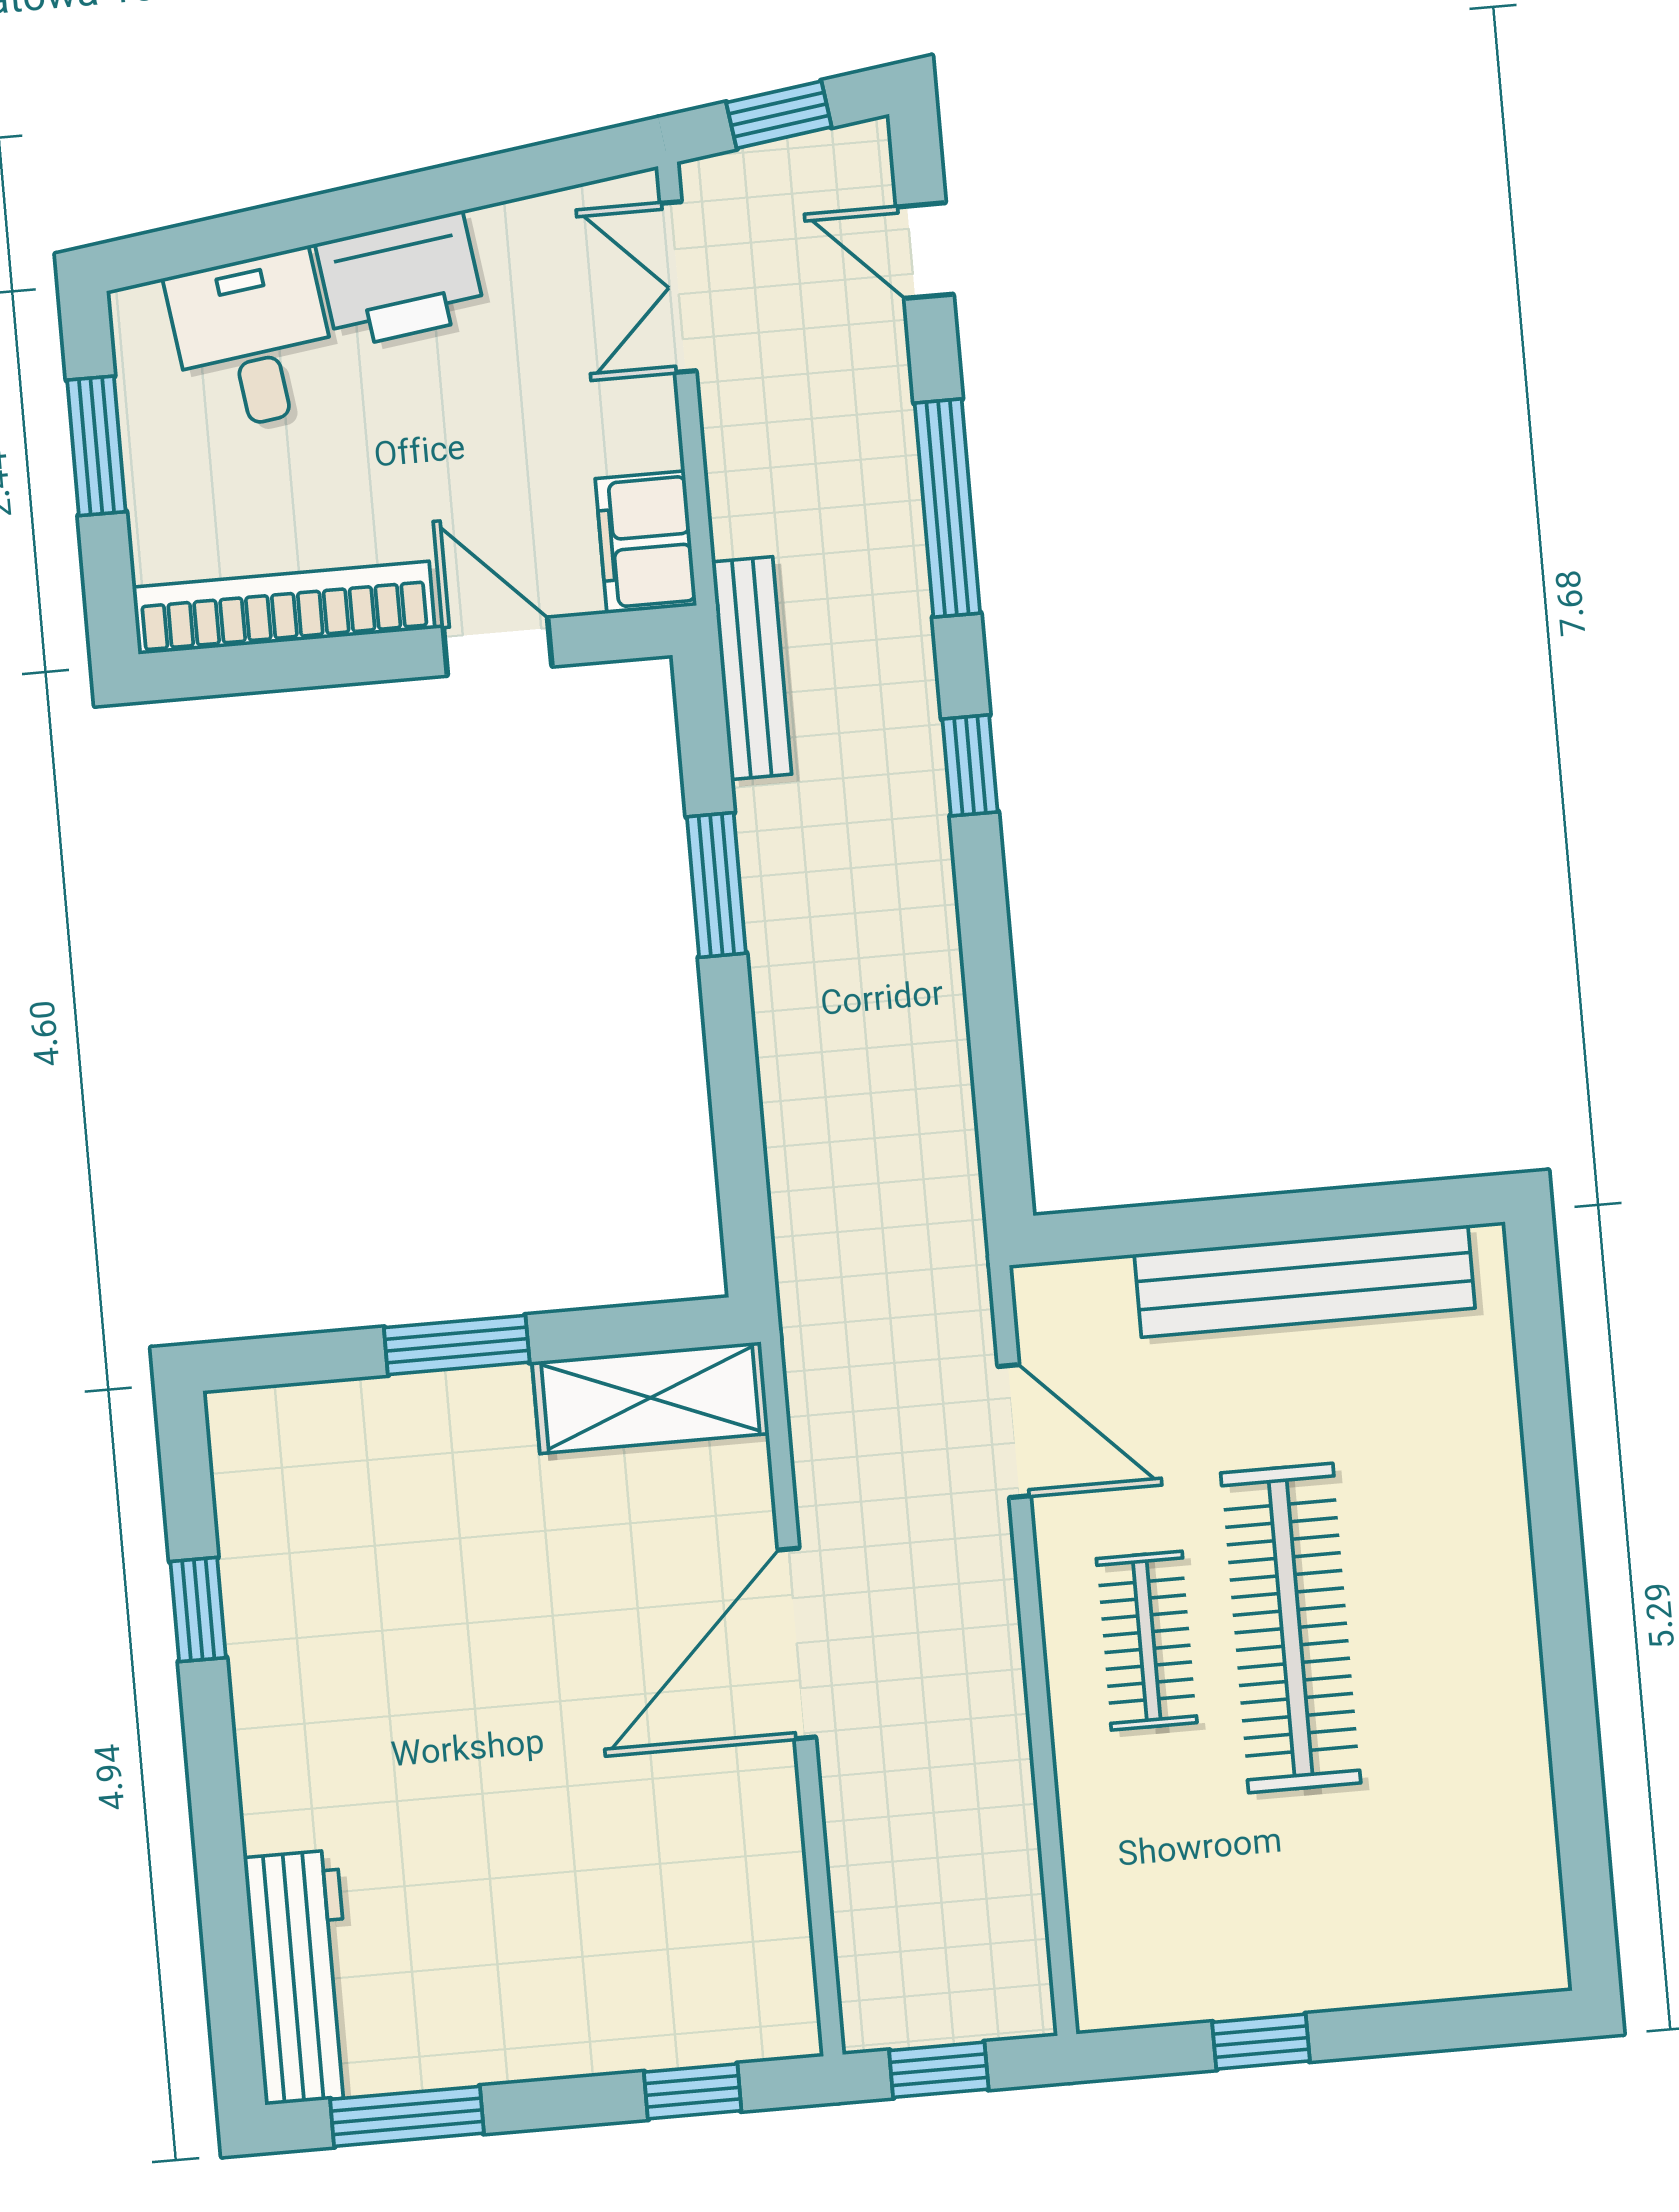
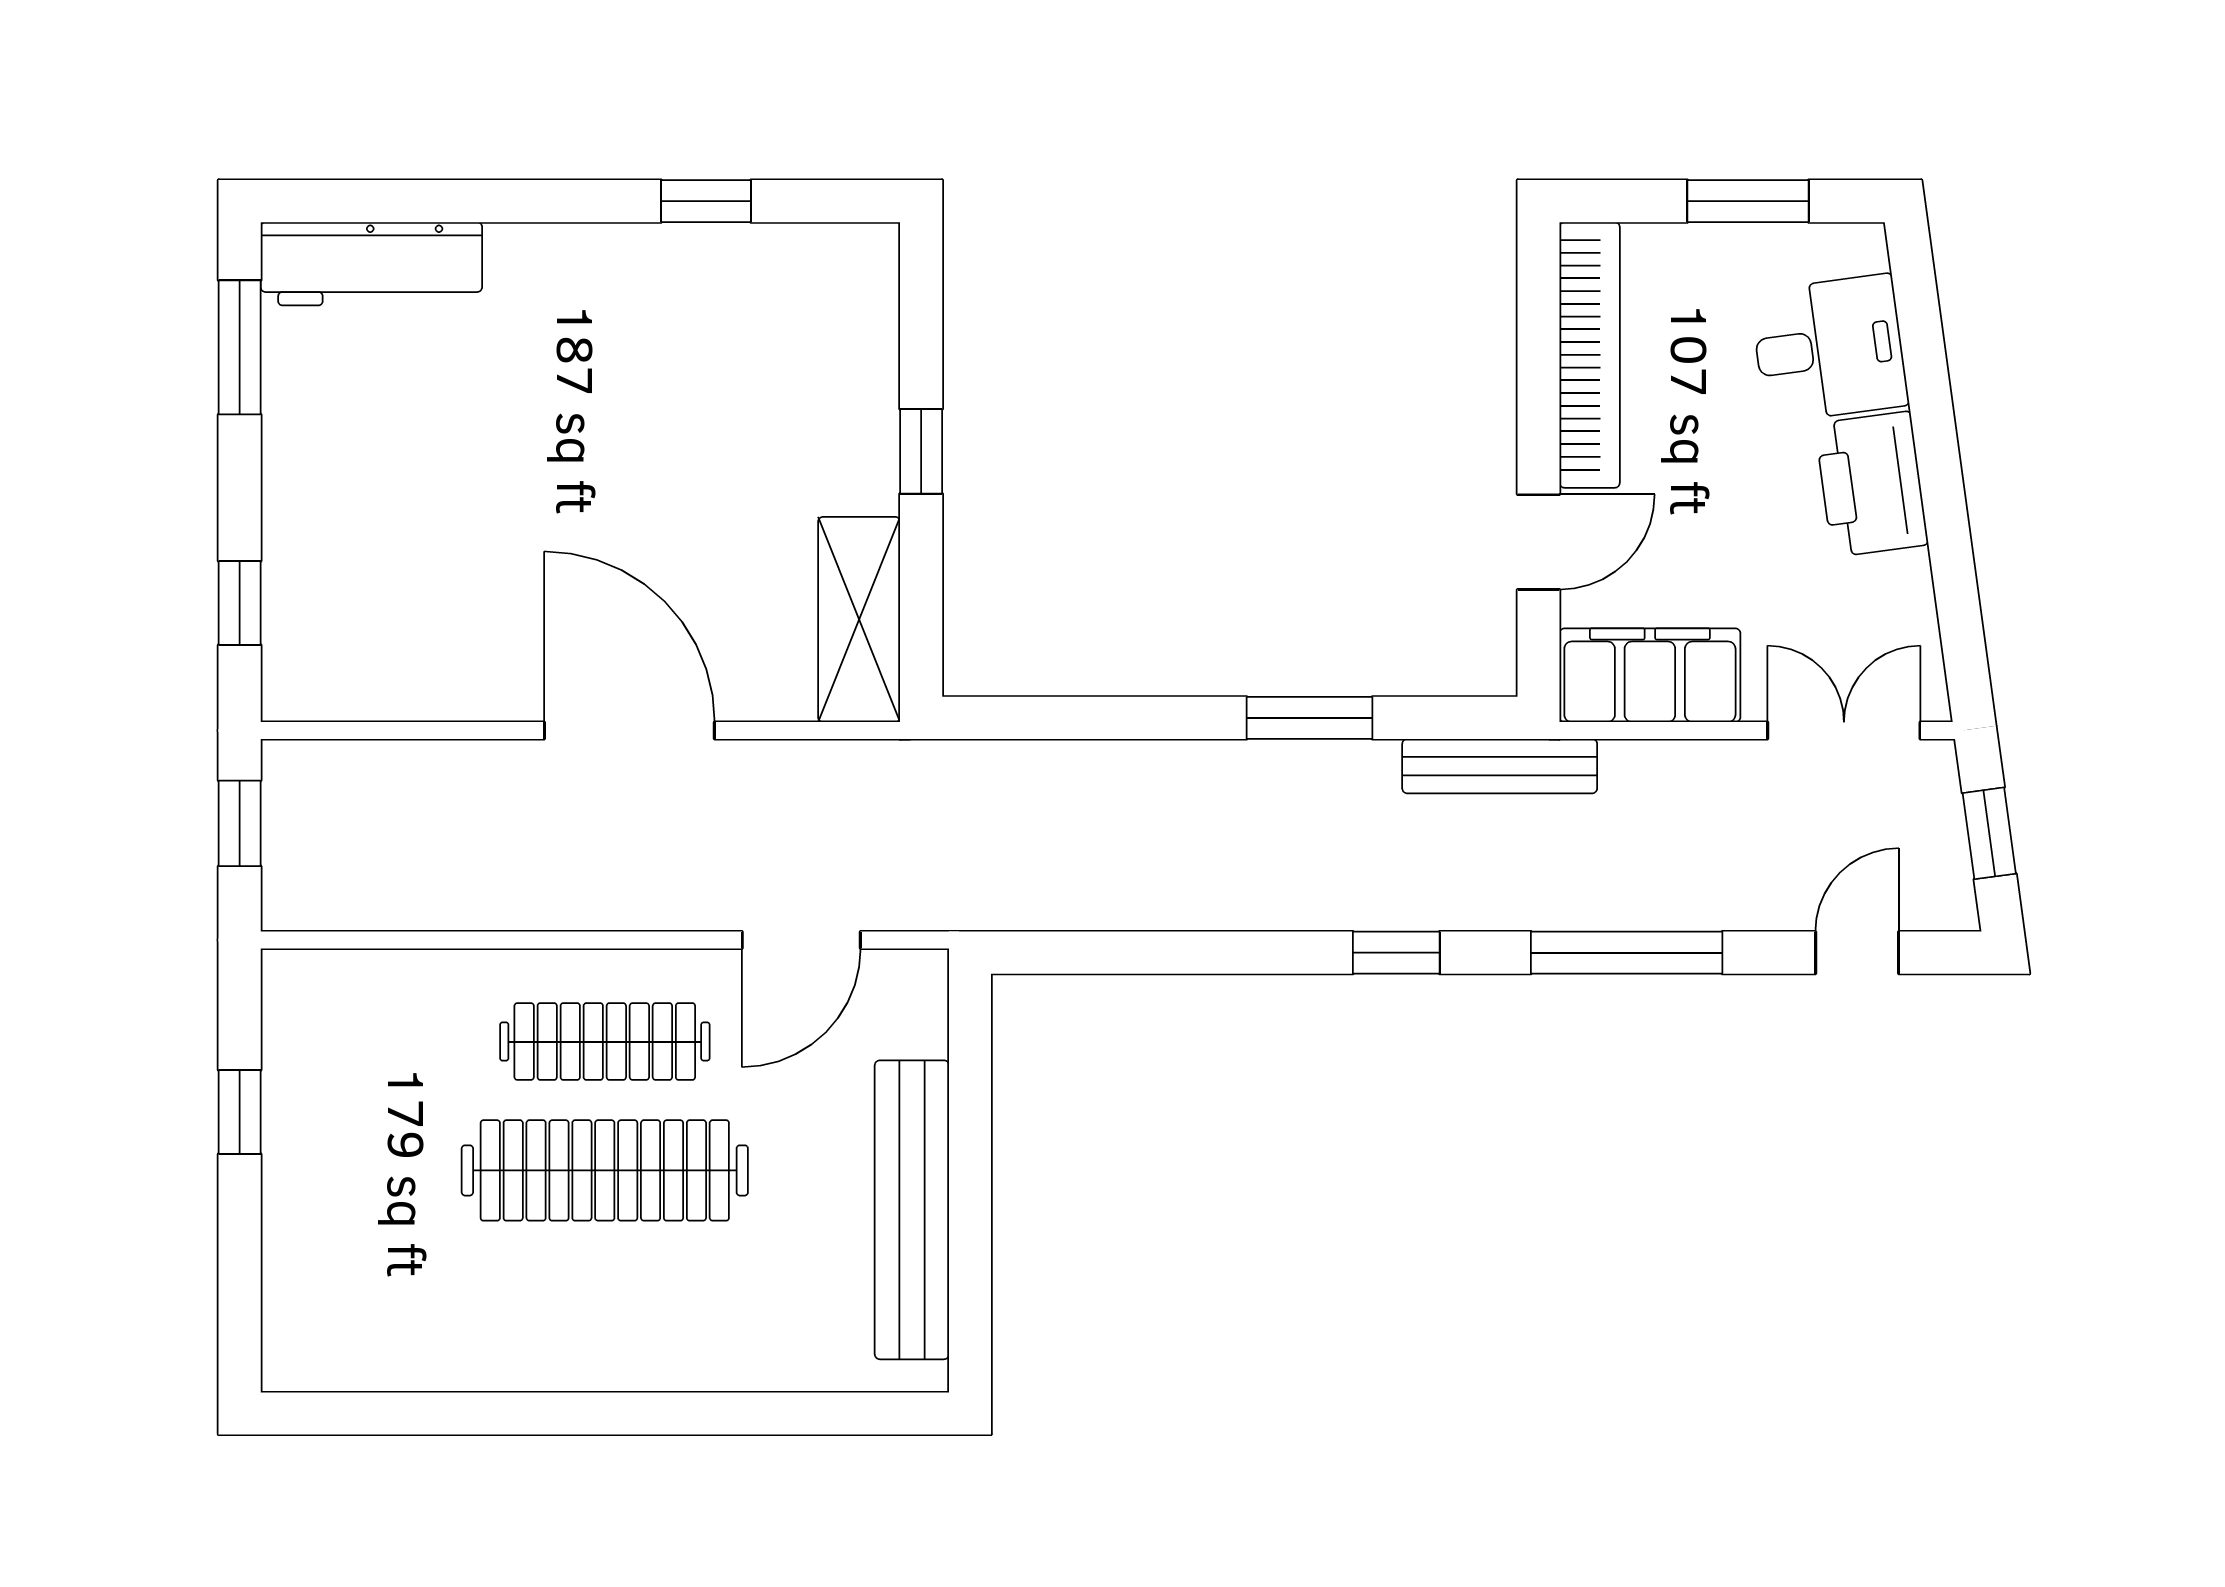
filing cabinet: (646, 542) -> (1650, 675), width x1.50, depth x1.17
window: (457, 1345) -> (921, 451), width x0.67
clothes rail: (1147, 1641) -> (605, 1042), width x1.36

